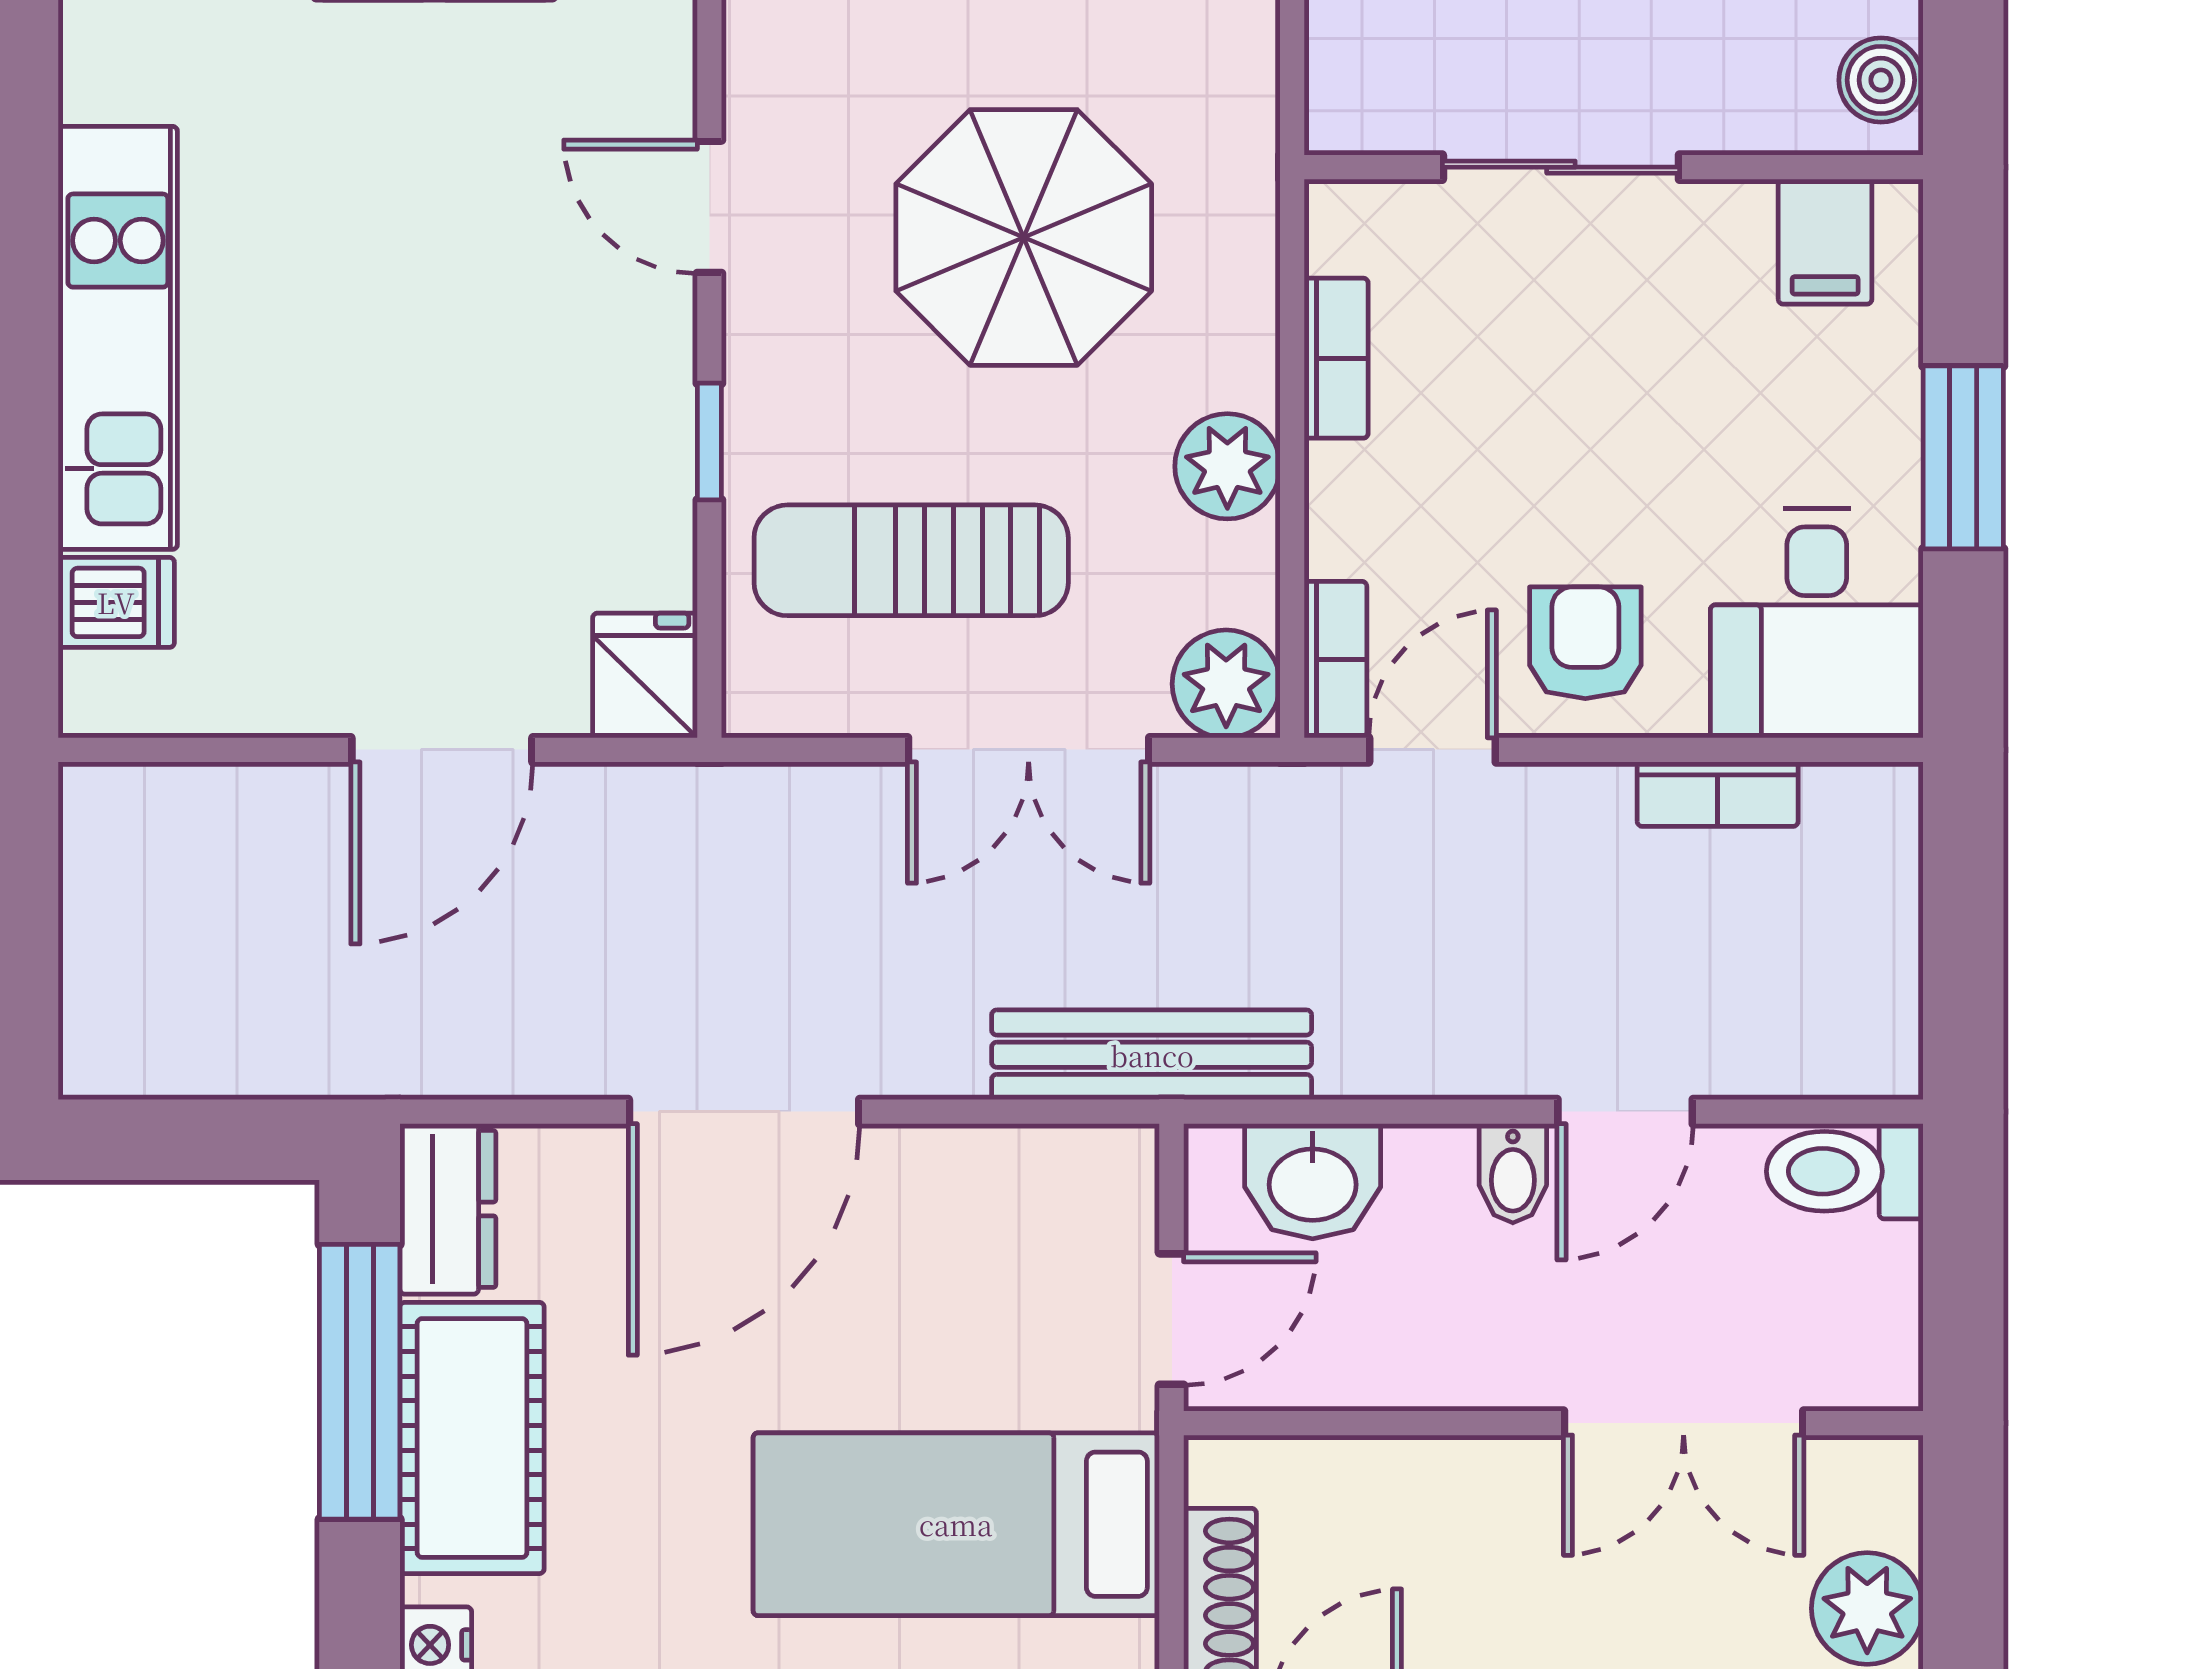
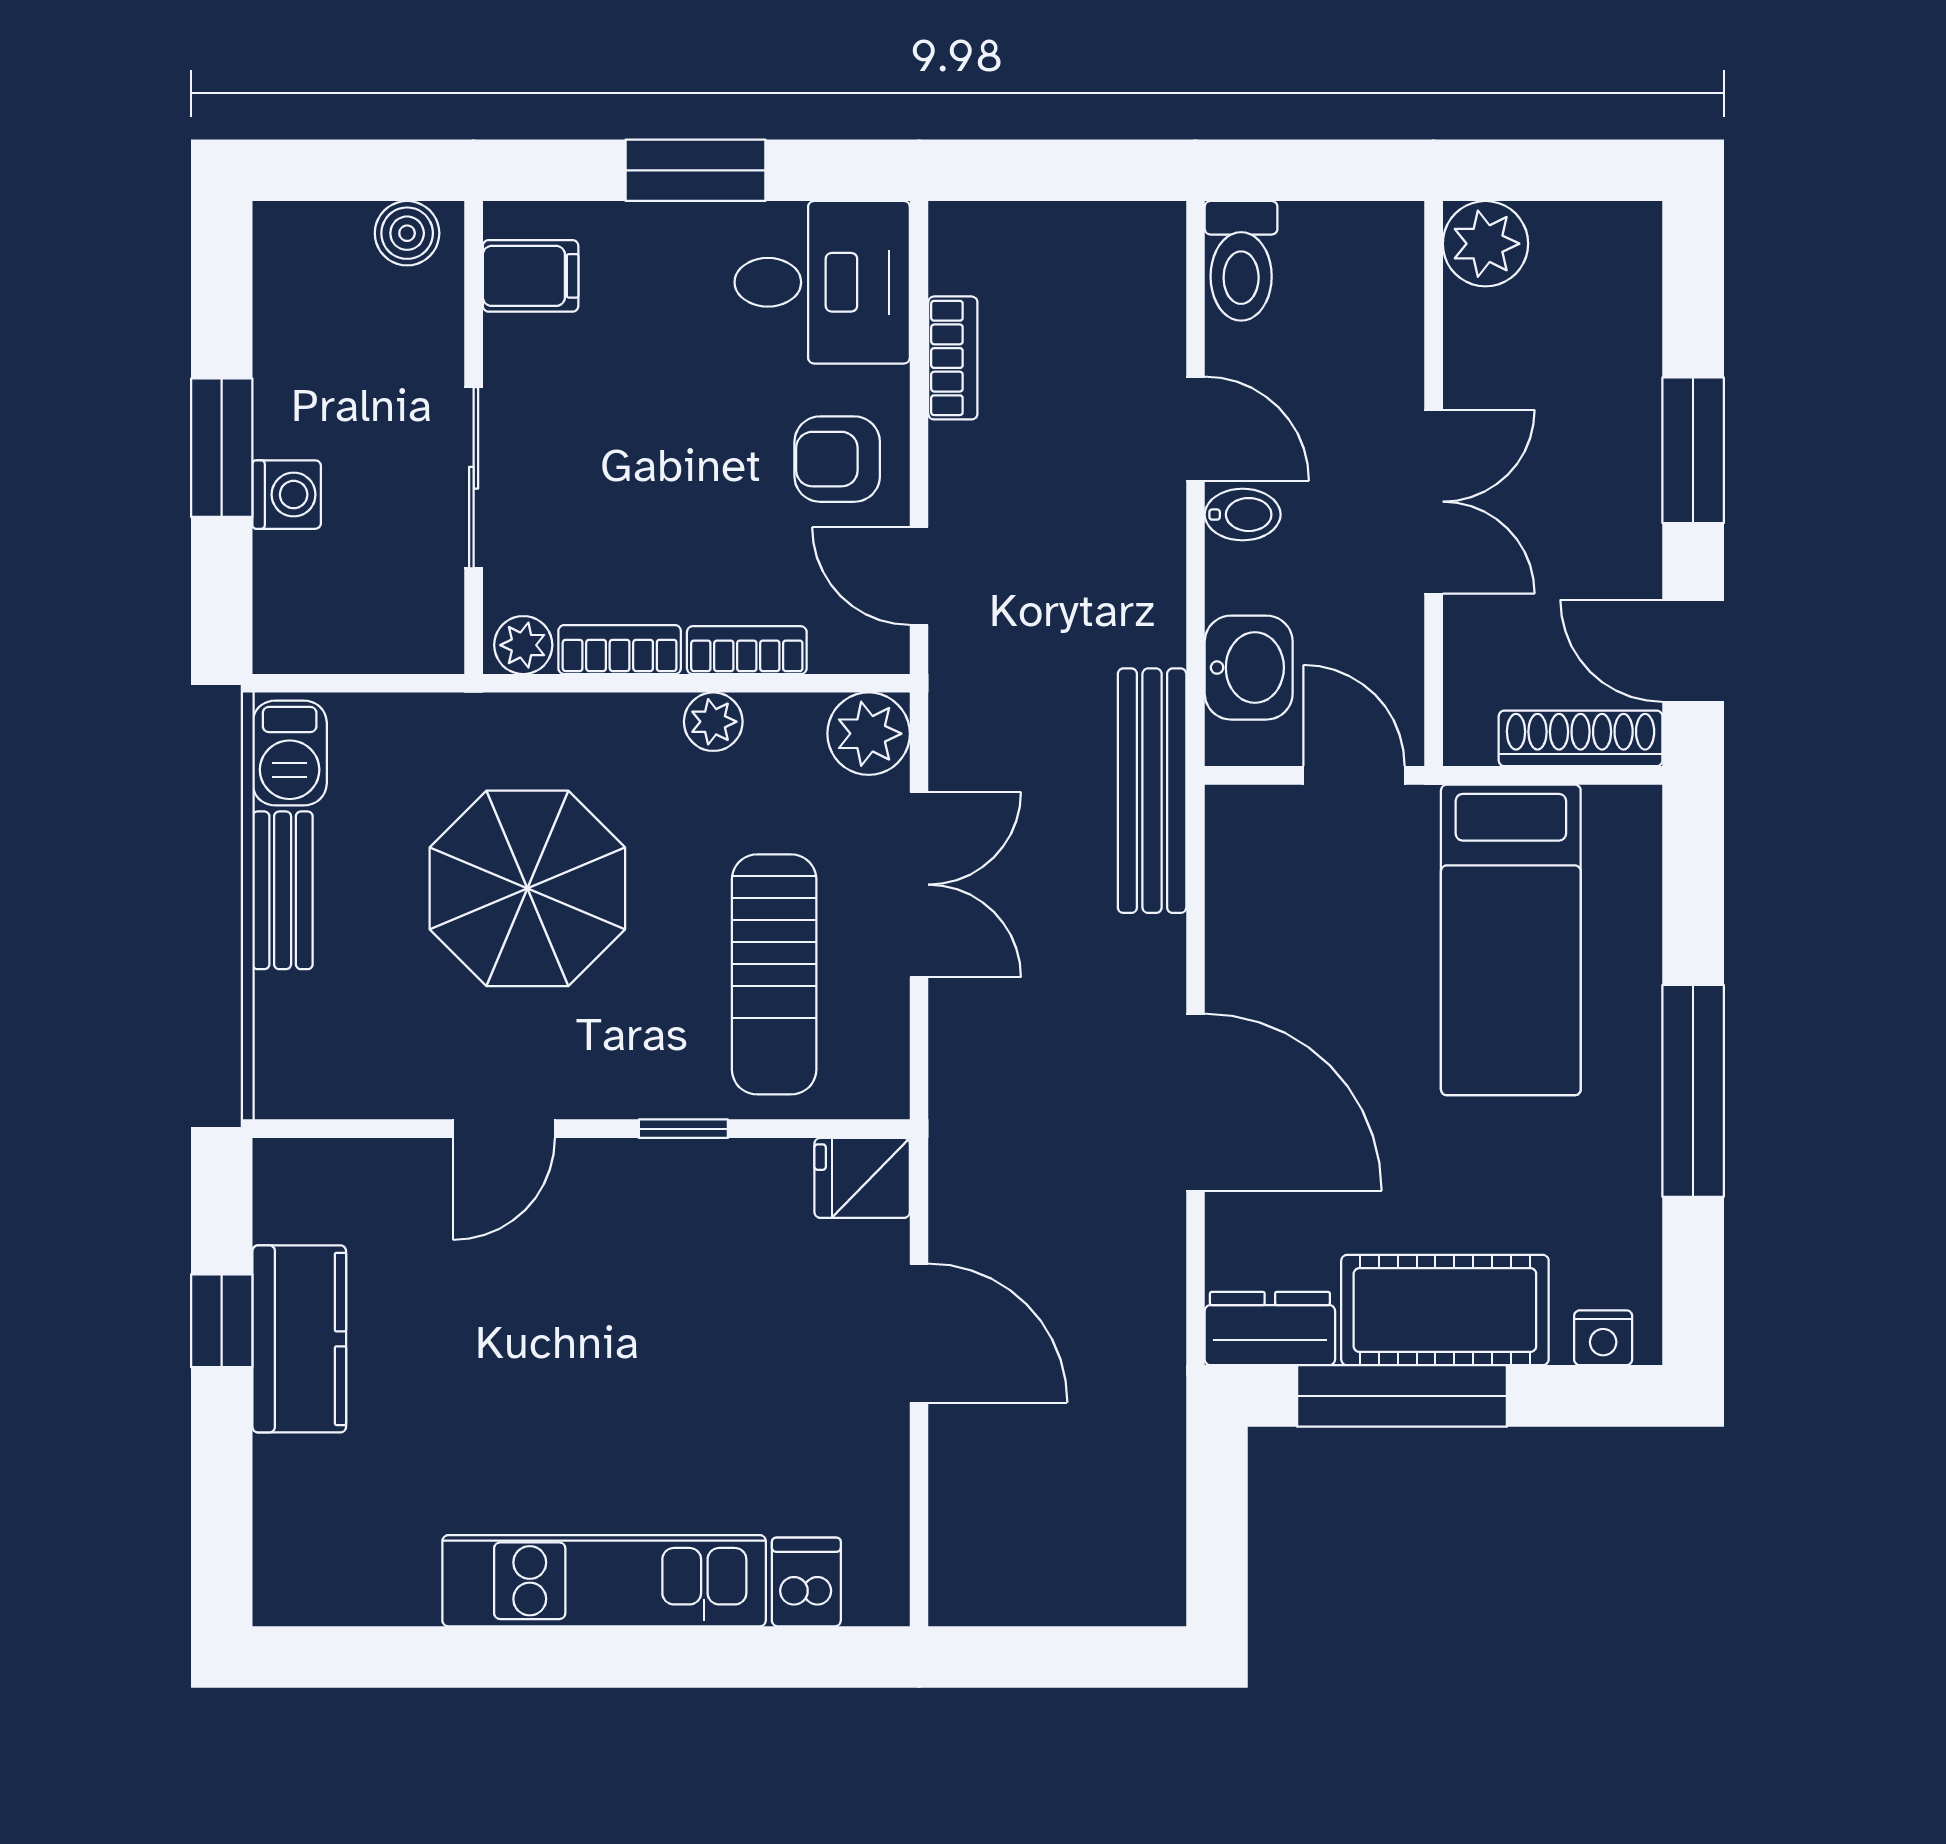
plant: (1342, 232) -> (523, 645), added
plant: (1227, 466) -> (713, 722), width x0.73, depth x0.73
bookcase: (1335, 660) -> (747, 650), moved
double door: (1684, 1423) -> (1434, 502), moved
plant: (1867, 1608) -> (1485, 244), moved

